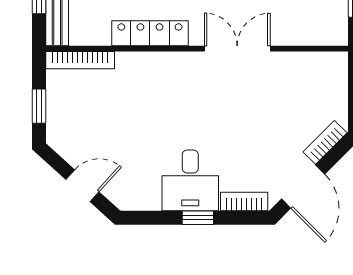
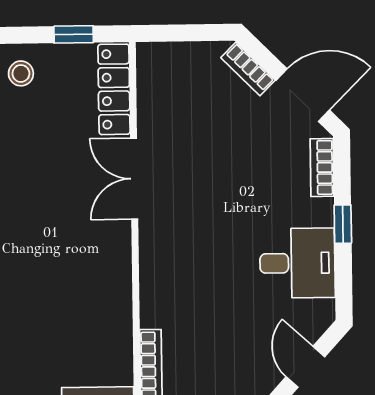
locker: (150, 33) -> (114, 89), moved
desk: (190, 180) -> (297, 263), moved

